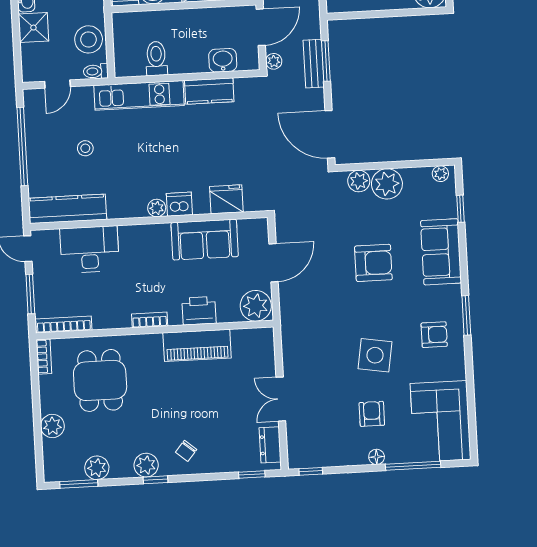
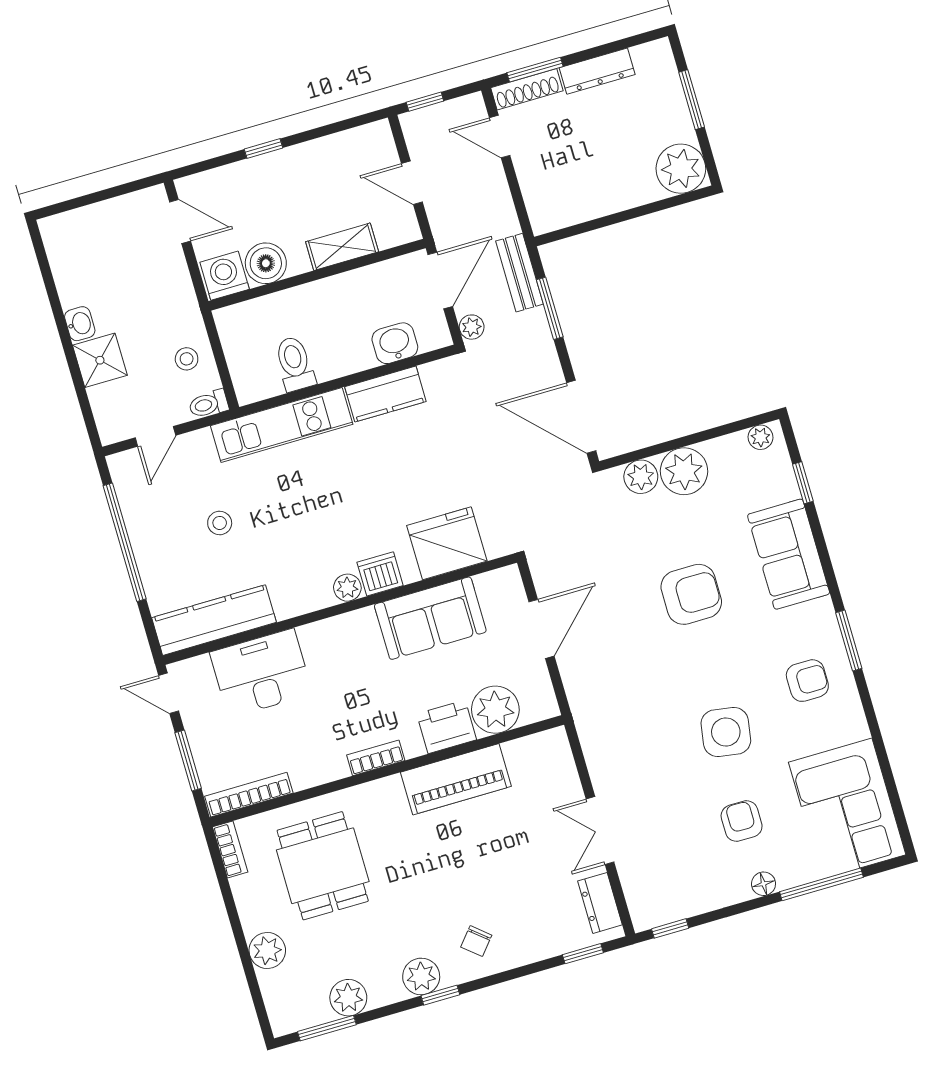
stool: (89, 39) -> (187, 359), width x0.53, depth x0.53
bench: (314, 64) -> (519, 273), moved
fridge: (226, 199) -> (447, 543), width x1.36, depth x1.34
plant: (256, 306) -> (495, 710), moved

